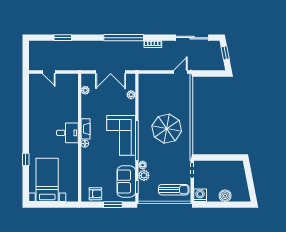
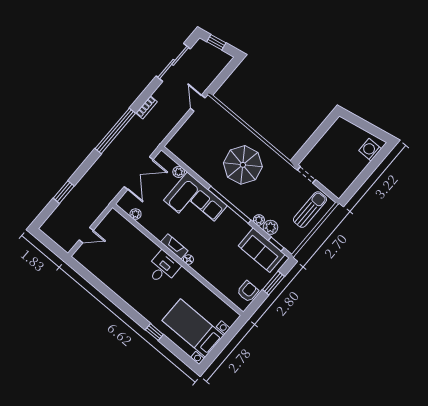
corner sofa: (121, 135) -> (195, 203), moved
washing machine: (200, 195) -> (370, 150), moved
boiler: (225, 196) -> (359, 163), removed

